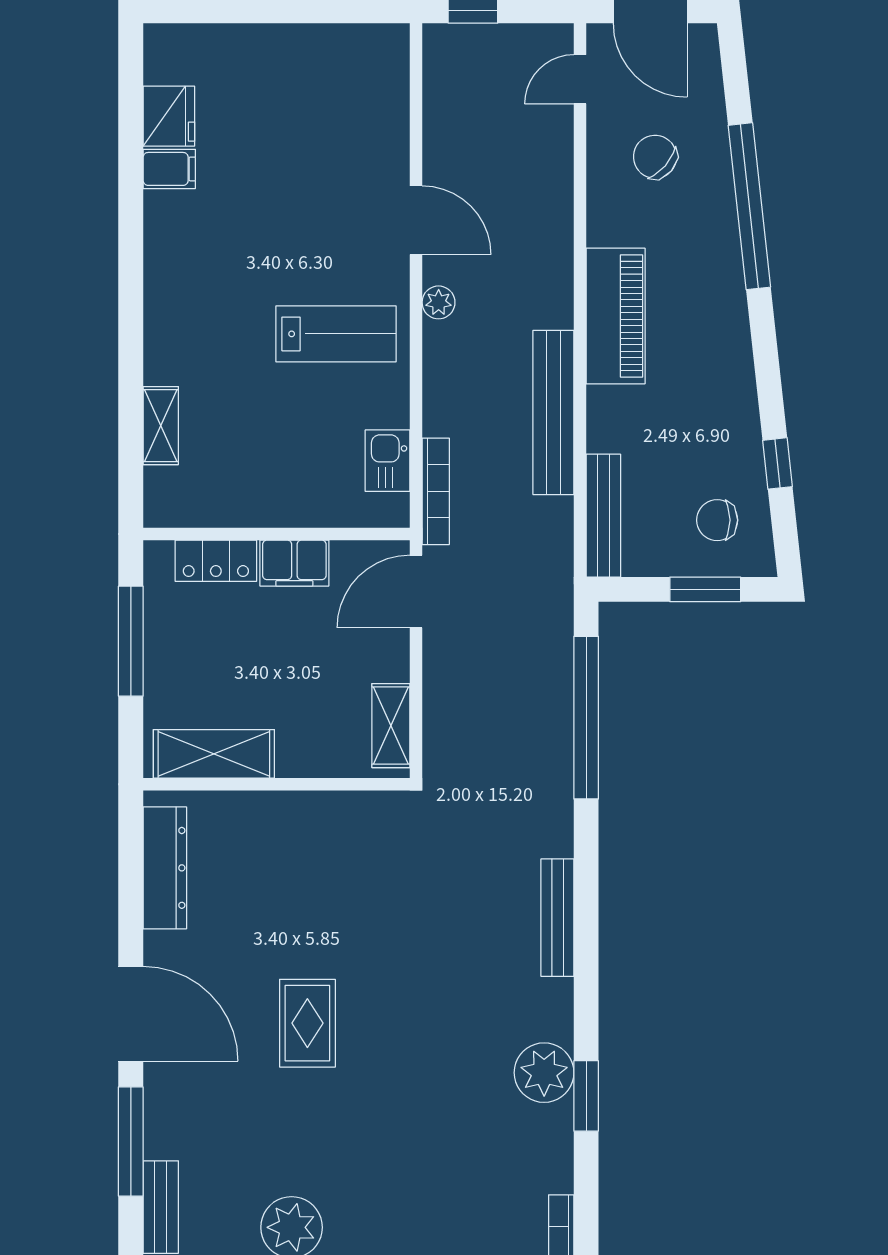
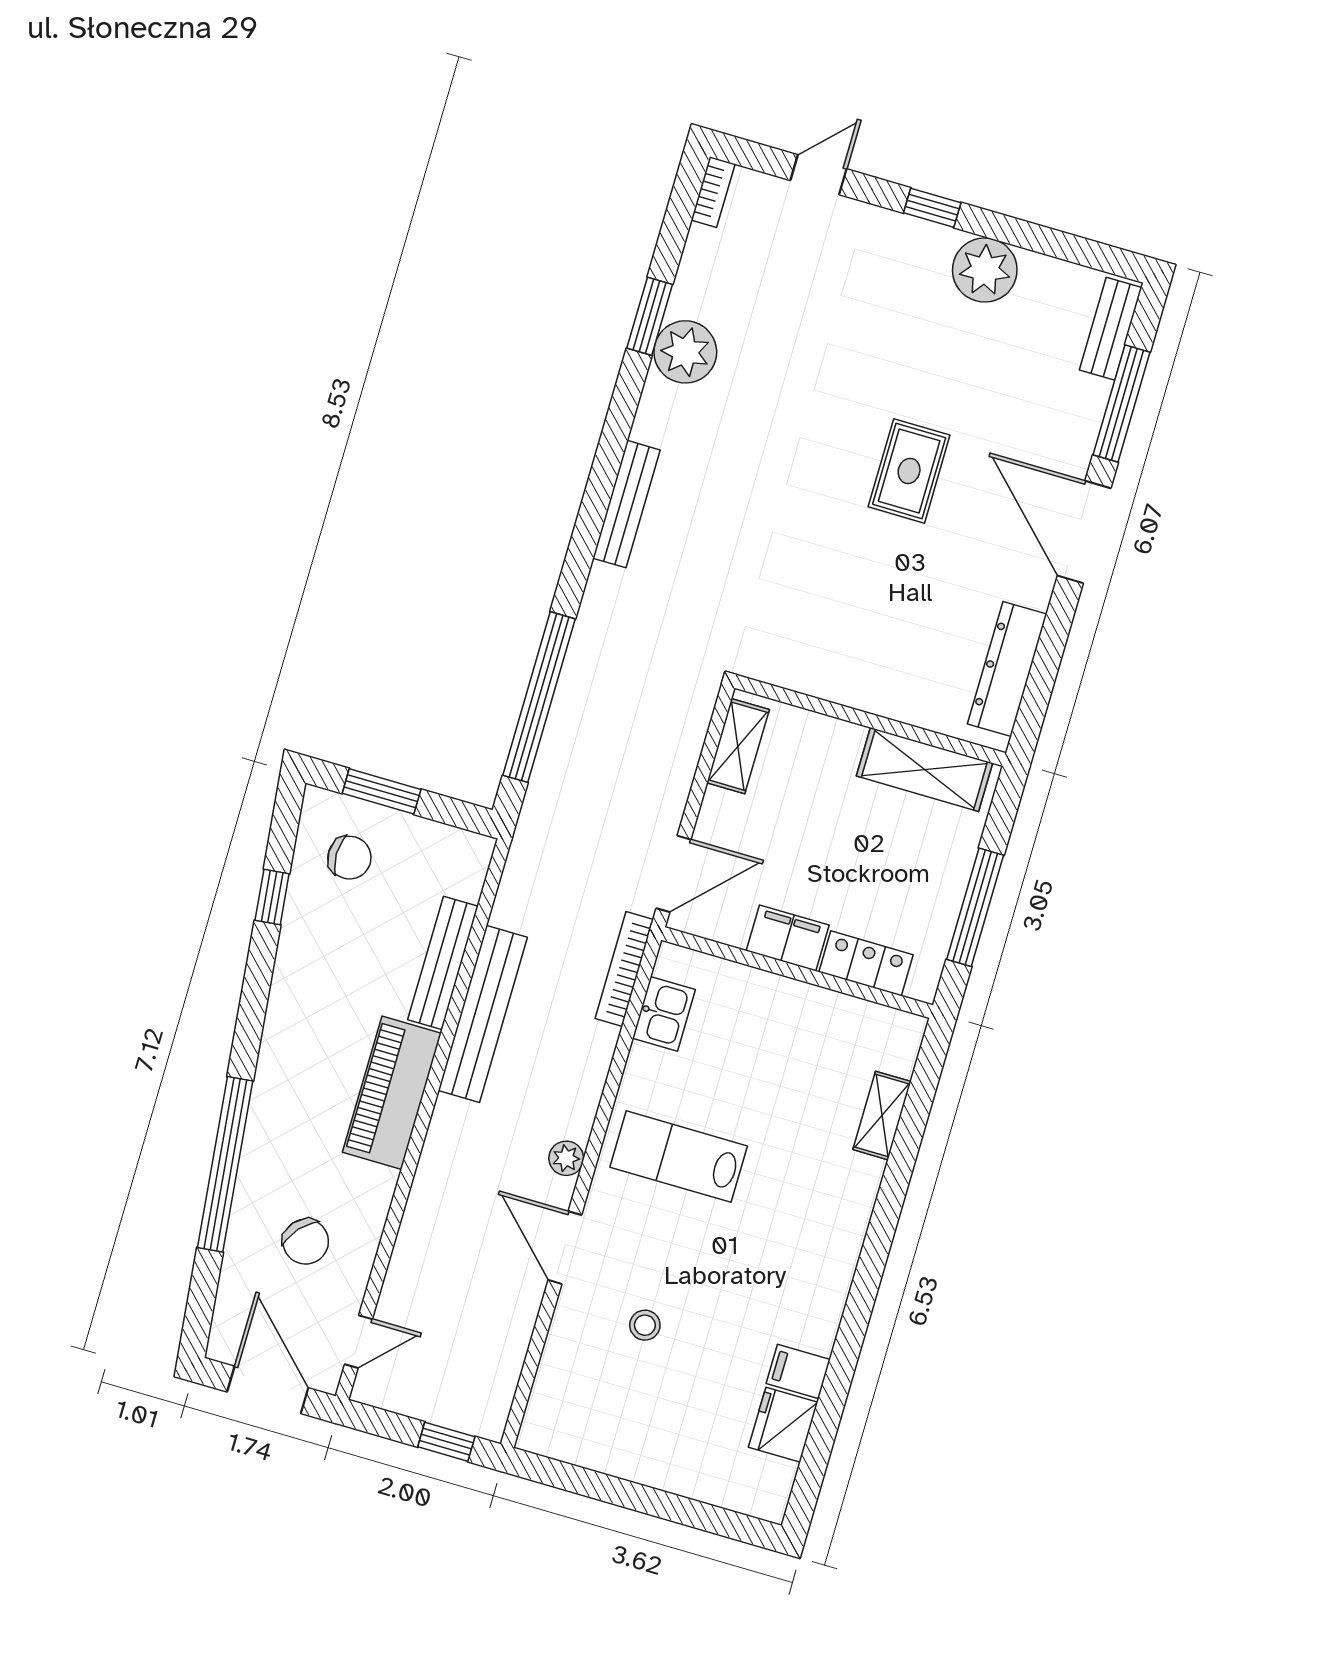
stool: (322, 170) -> (645, 1325), added
bench: (603, 516) -> (443, 963), moved

